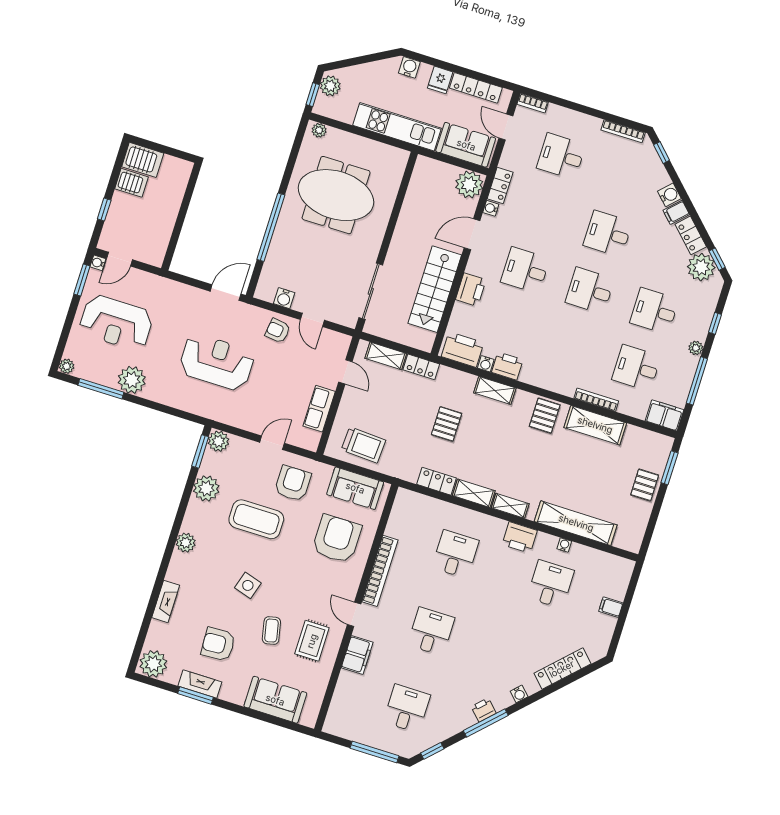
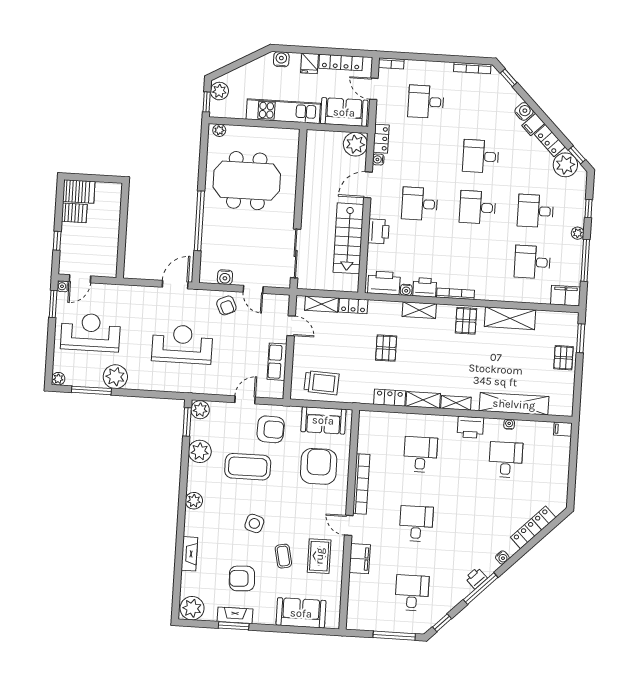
reception desk: (116, 323) -> (90, 332), turned 180
armchair: (278, 331) -> (226, 305), turned -121
bookcase: (596, 400) -> (456, 294), moved
armchair: (293, 483) -> (271, 429), turned 92
filing cabinet: (611, 607) -> (563, 429), moved

